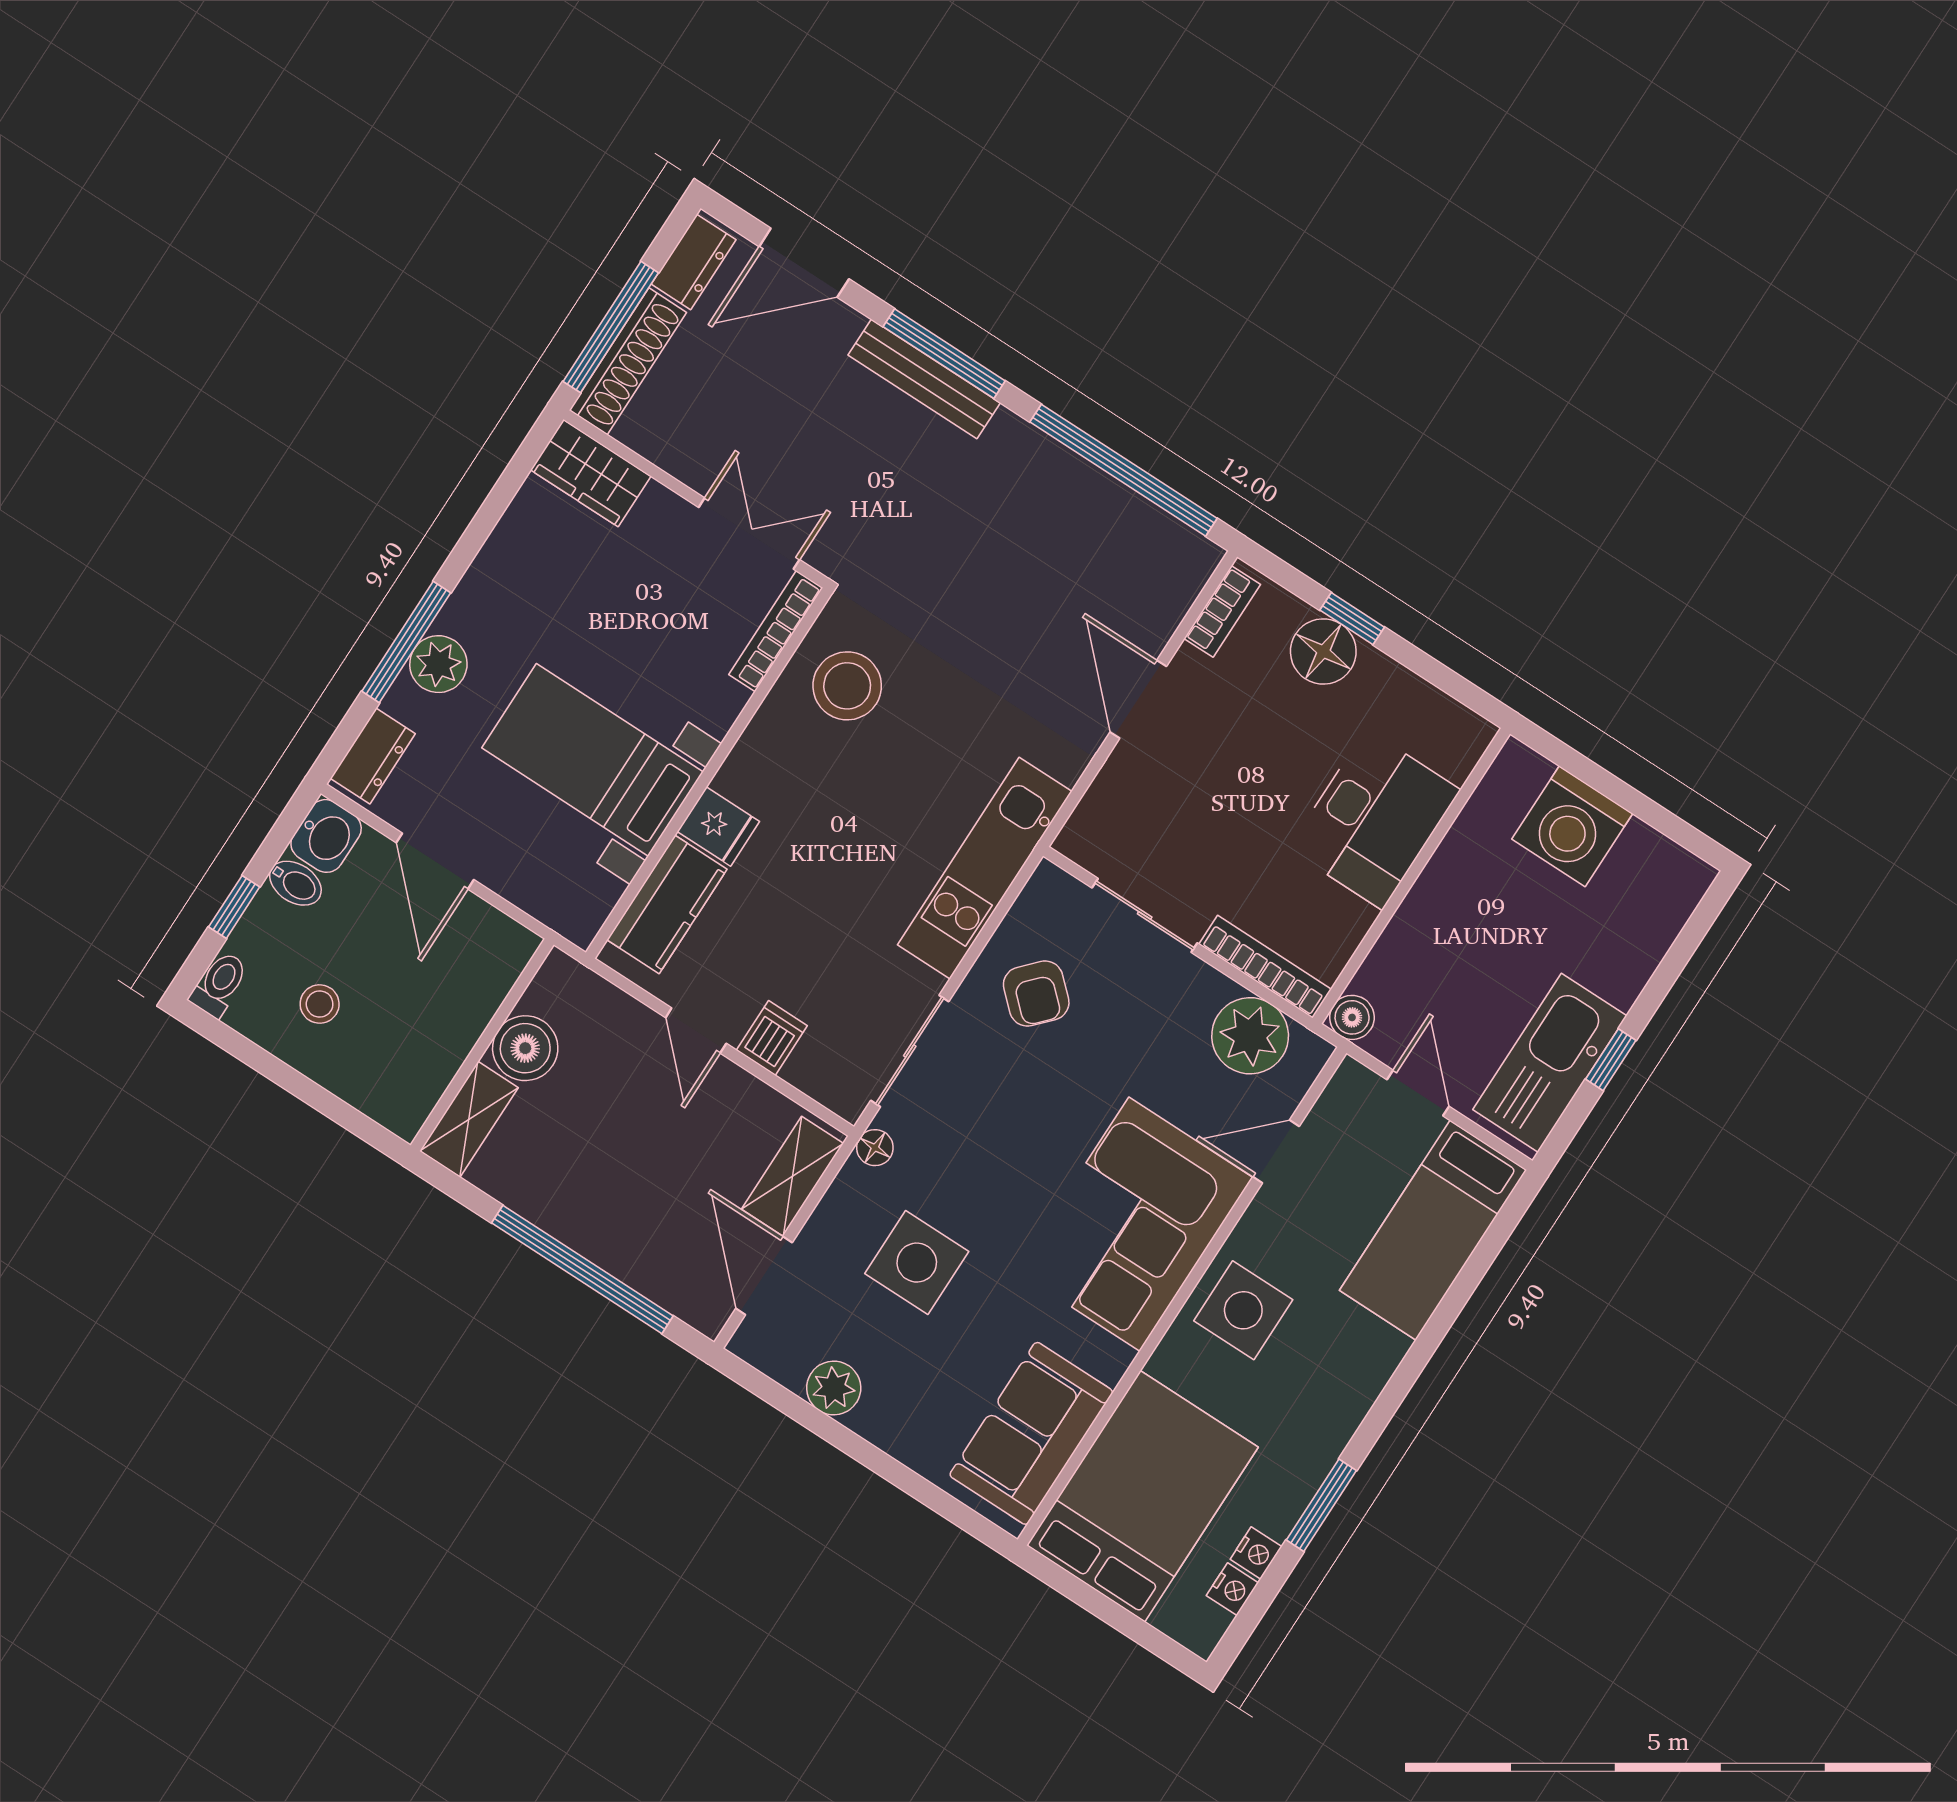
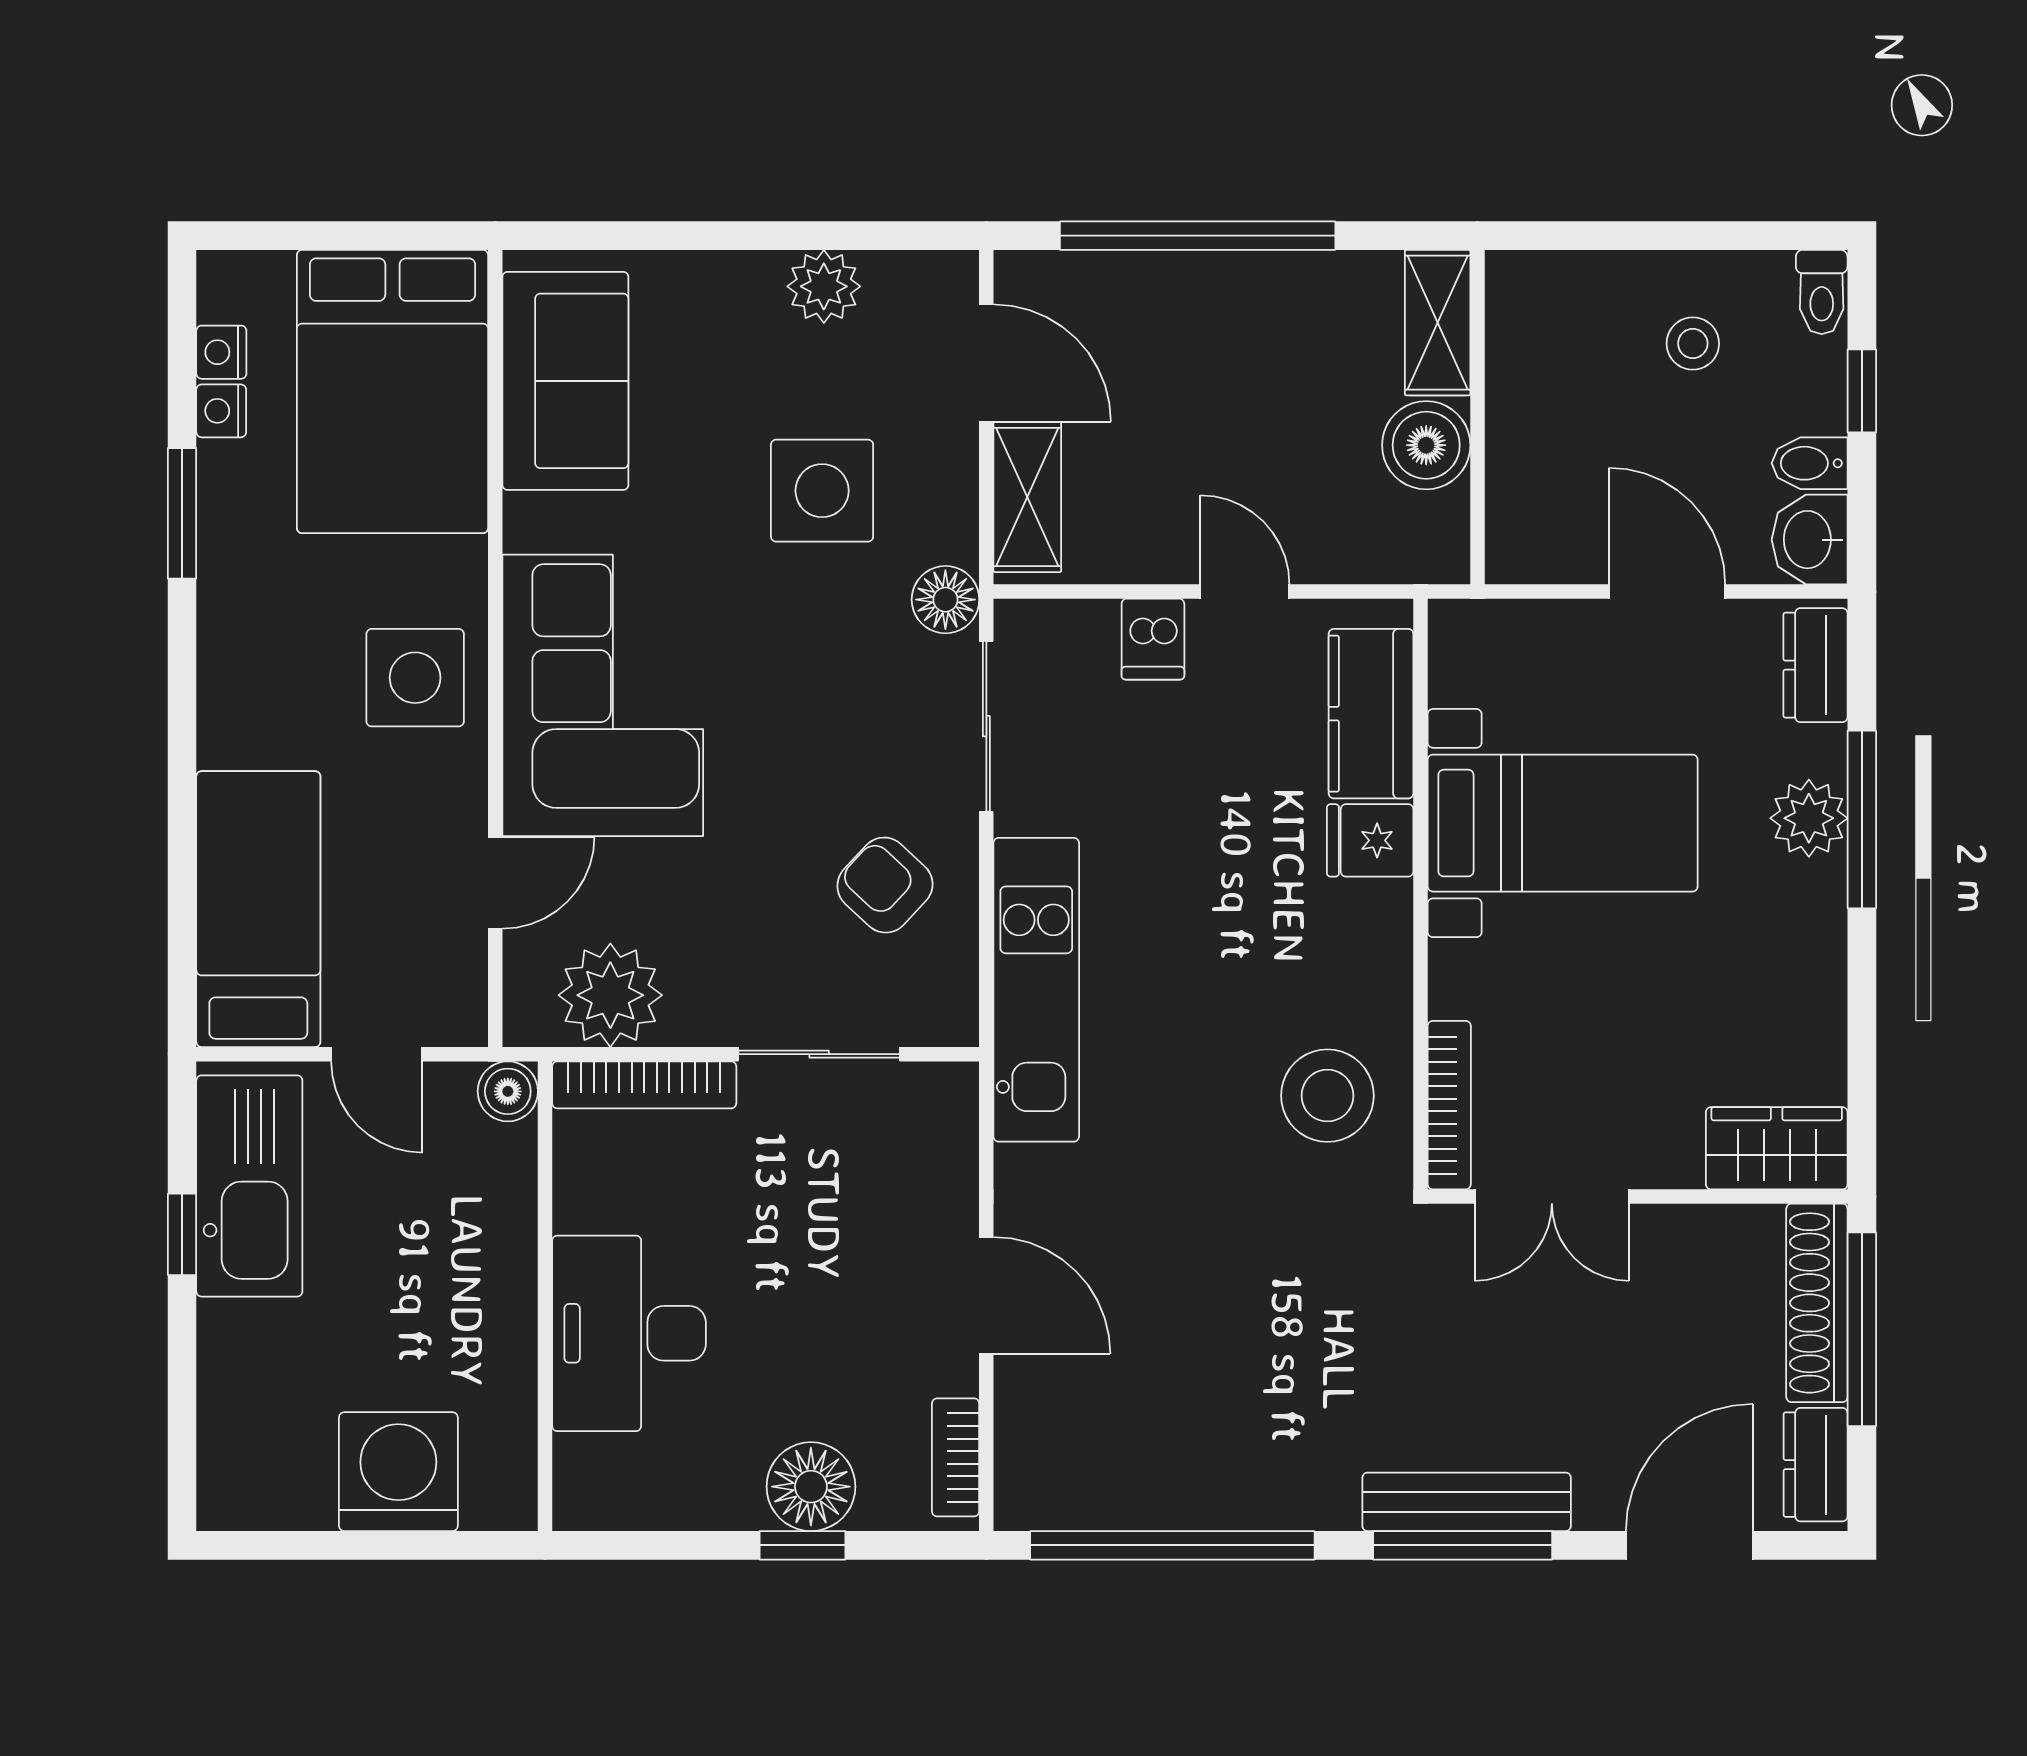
floor lamp: (875, 1148) -> (945, 600), width x1.37, depth x1.37

